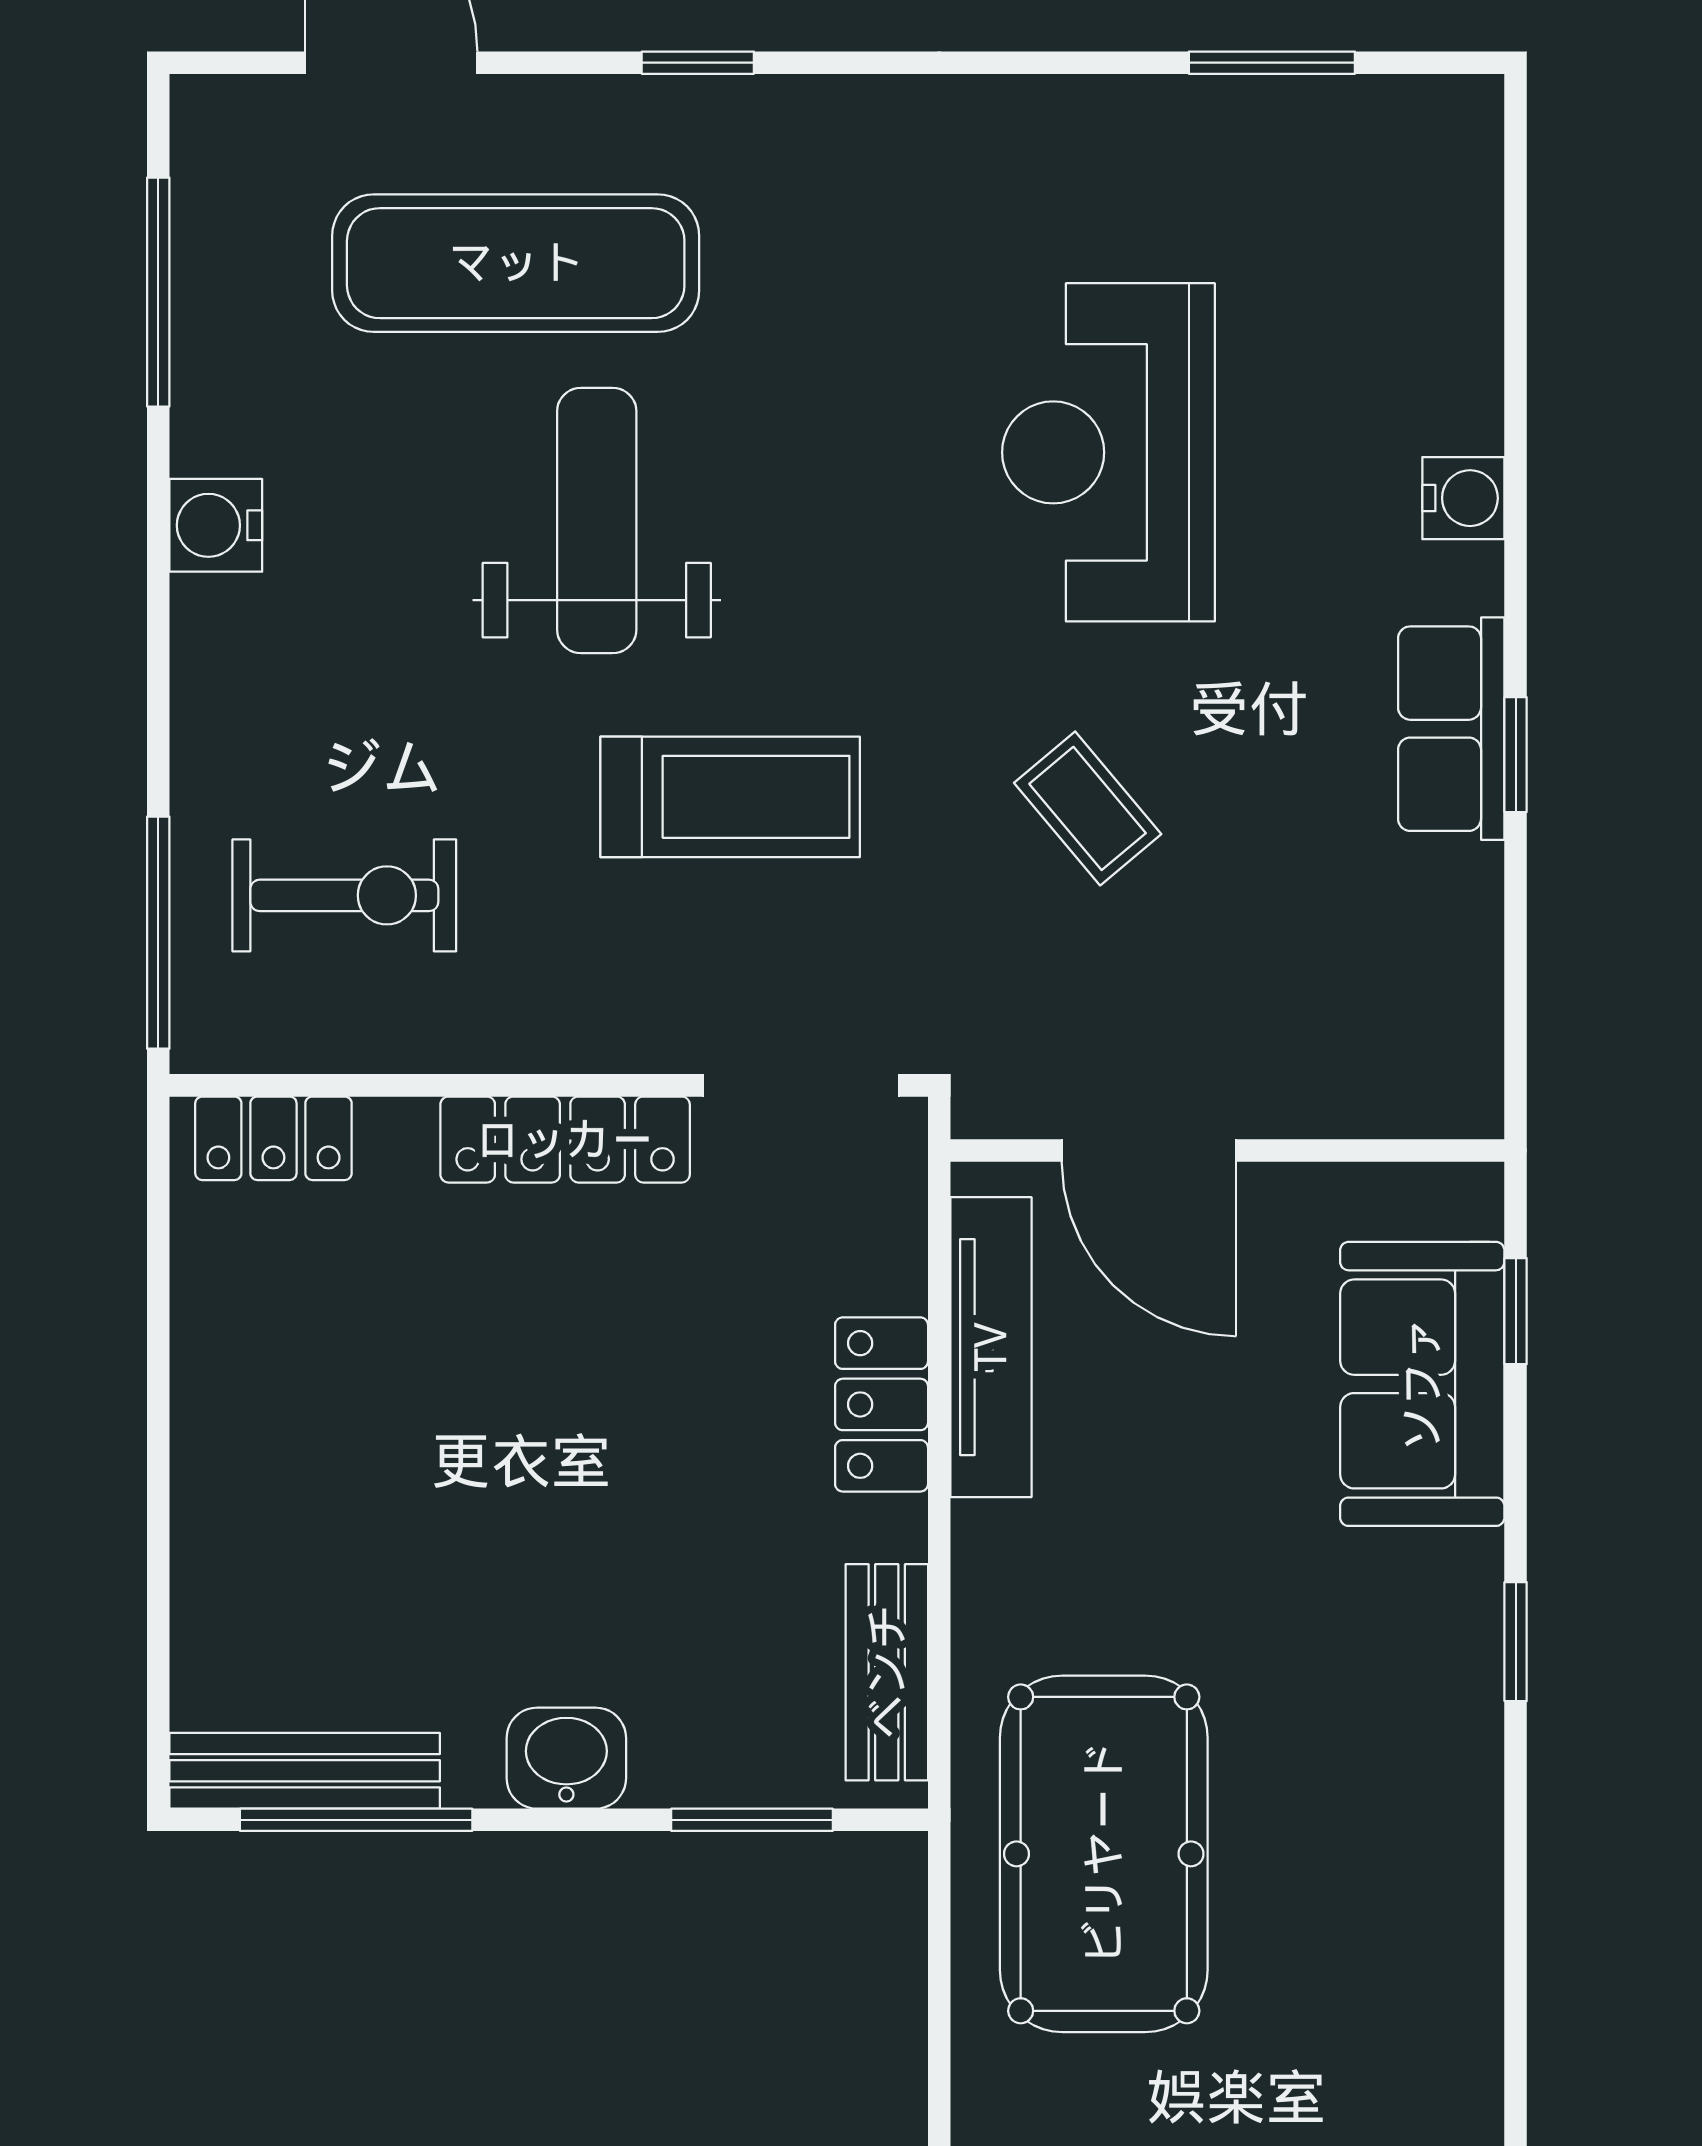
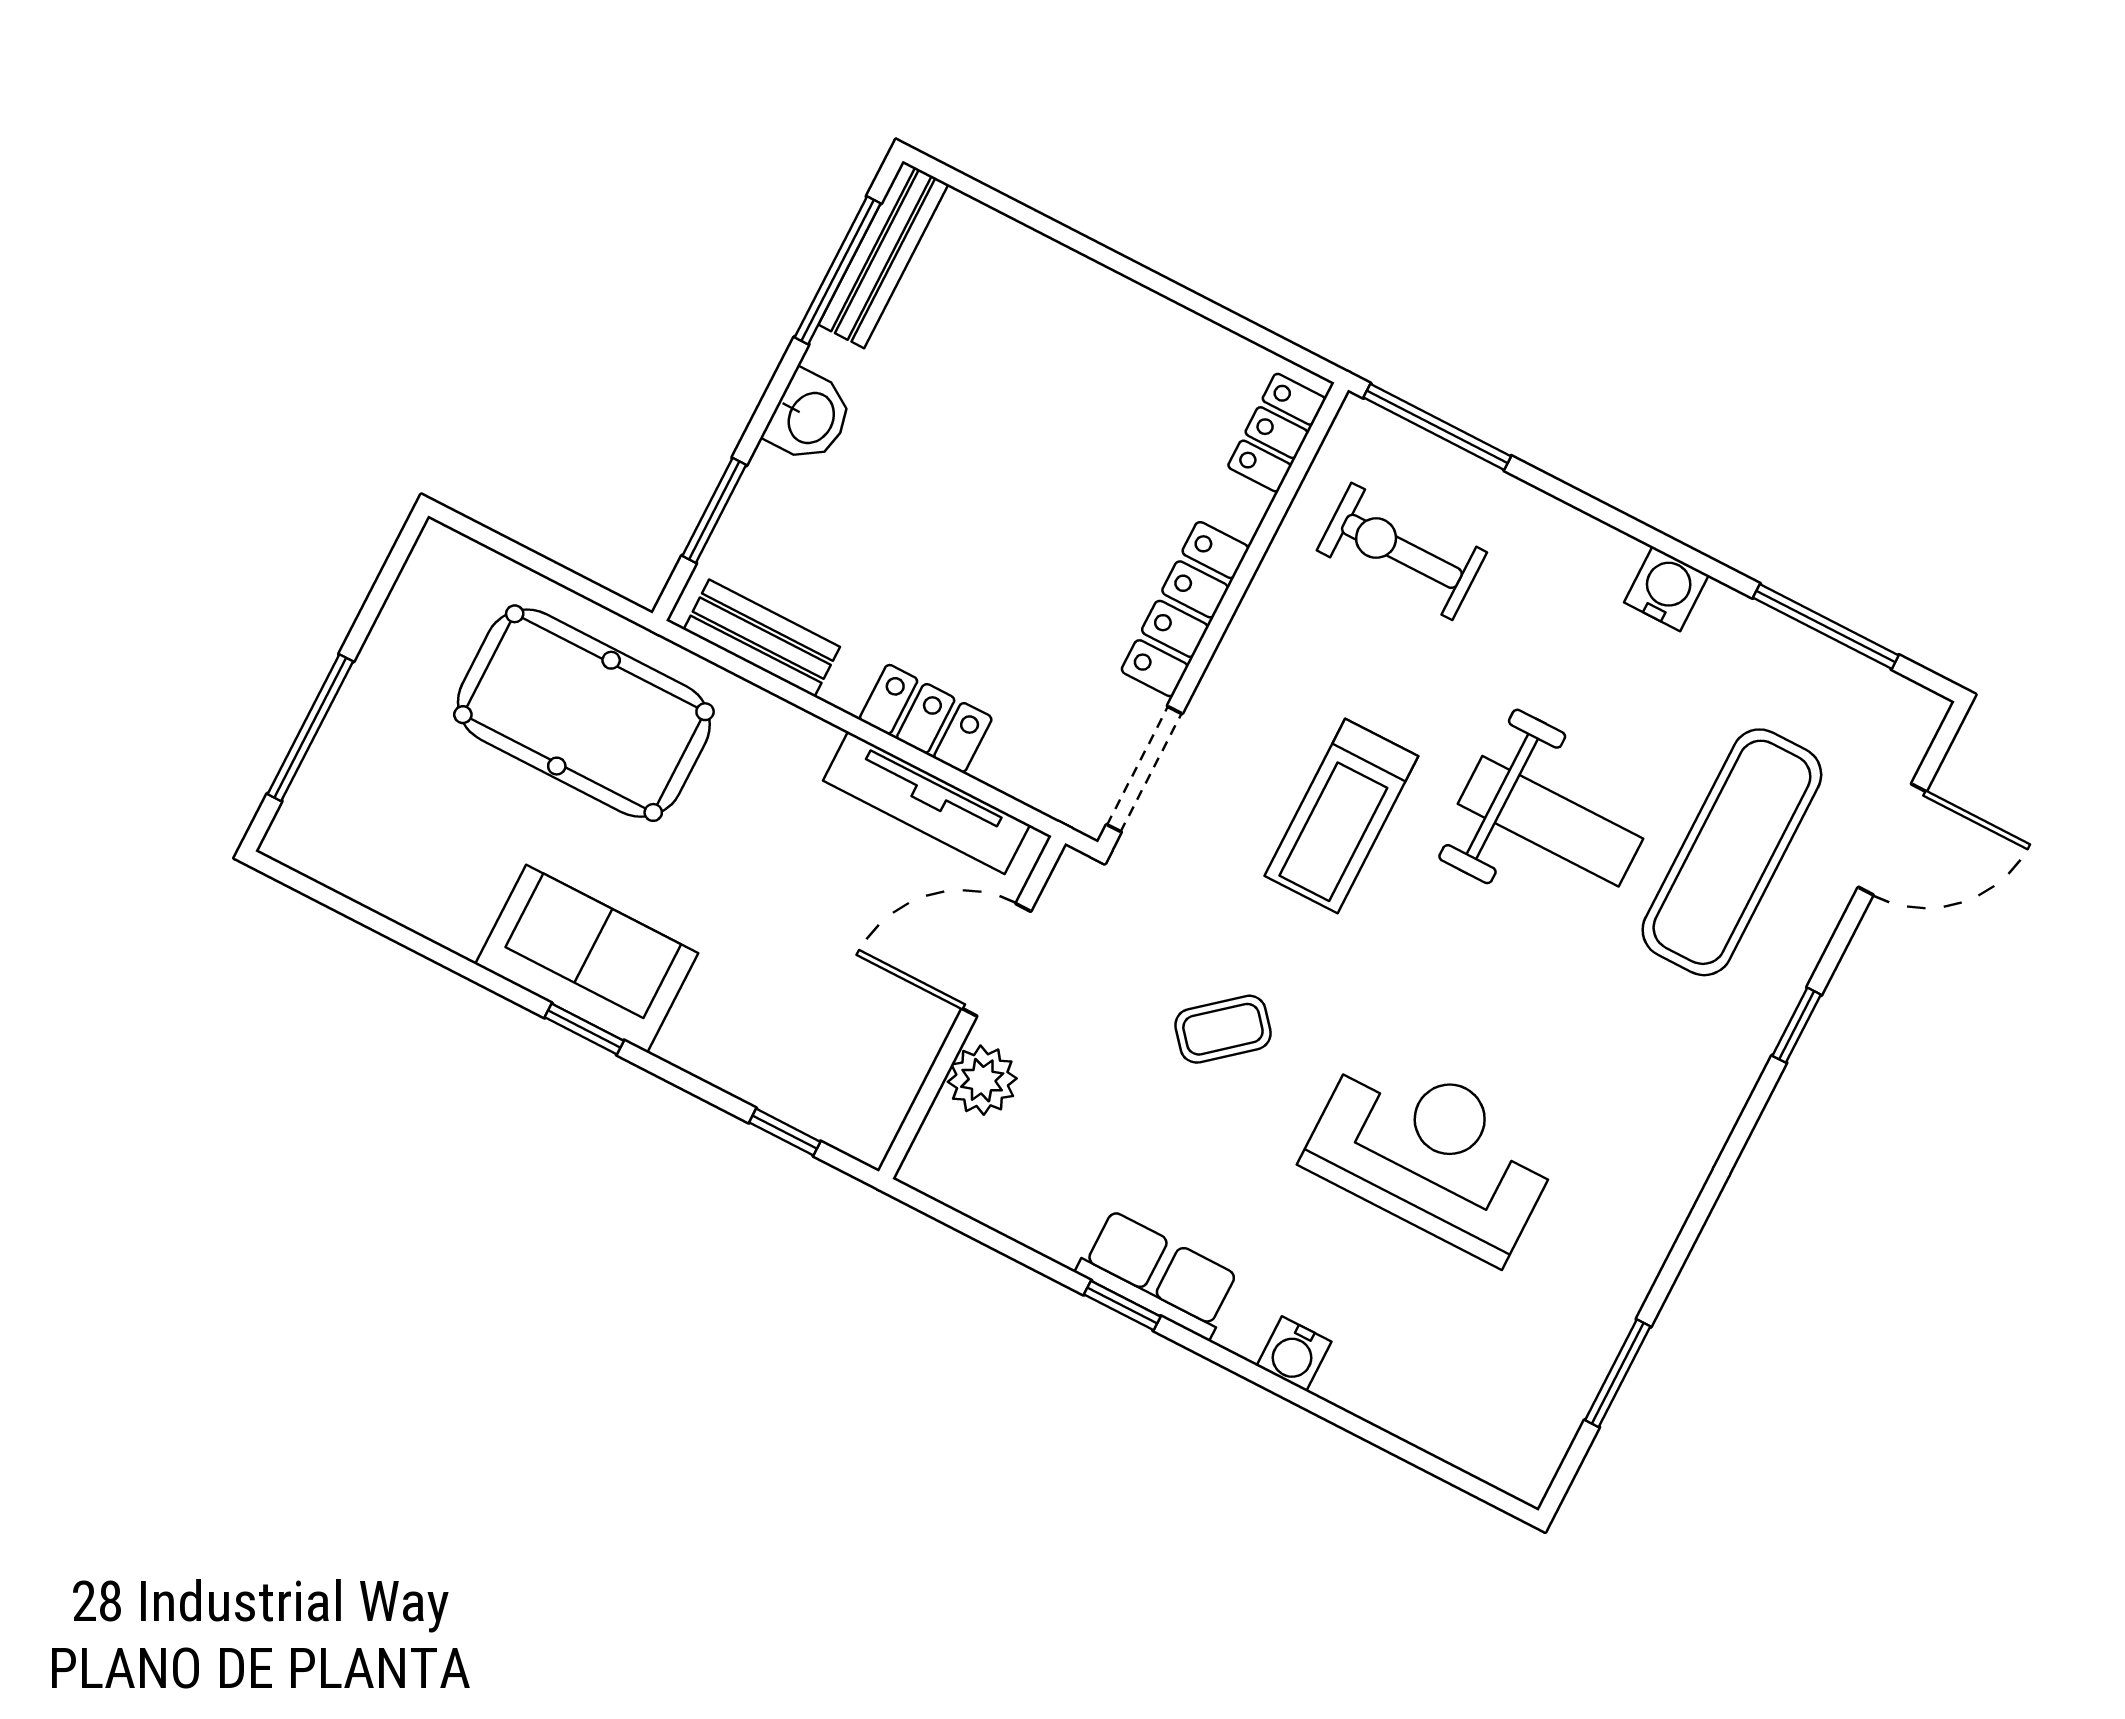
exercise bike: (344, 895) -> (1402, 551), turned 90
plant: (1315, 1088) -> (982, 1080), added
sofa: (1422, 1384) -> (587, 959), moved

